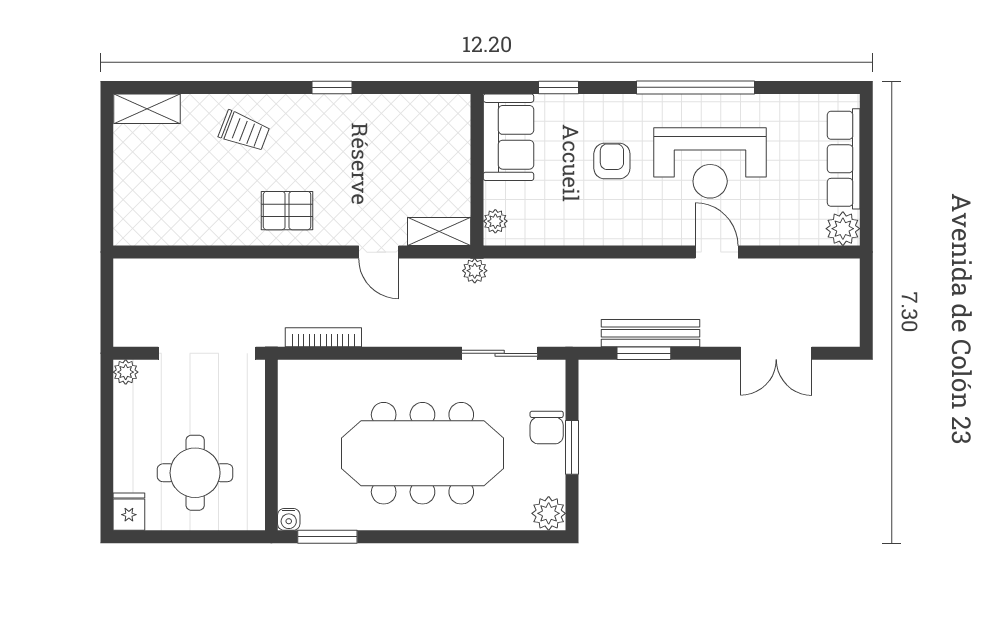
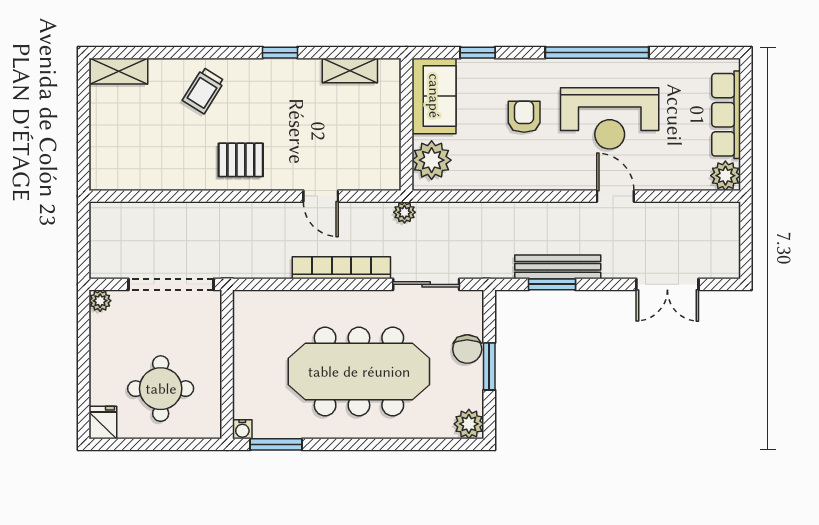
trolley: (244, 131) -> (203, 91), turned 101
plant: (495, 221) -> (432, 160), width x1.88, depth x1.88
shelving: (439, 232) -> (350, 70), moved
bookcase: (323, 337) -> (341, 268), moved, width x1.48, depth x1.31

